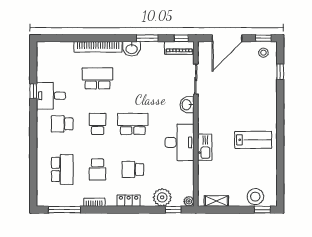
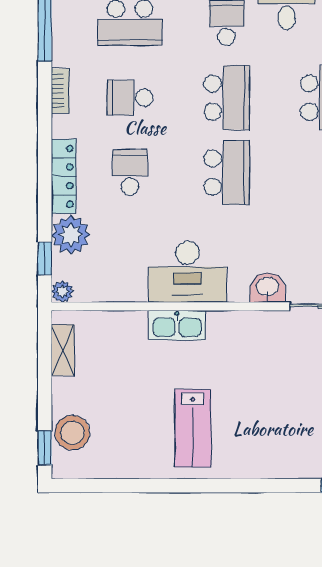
school desk: (98, 124) -> (227, 98), width x1.85
locker: (129, 201) -> (64, 176), width x1.53

